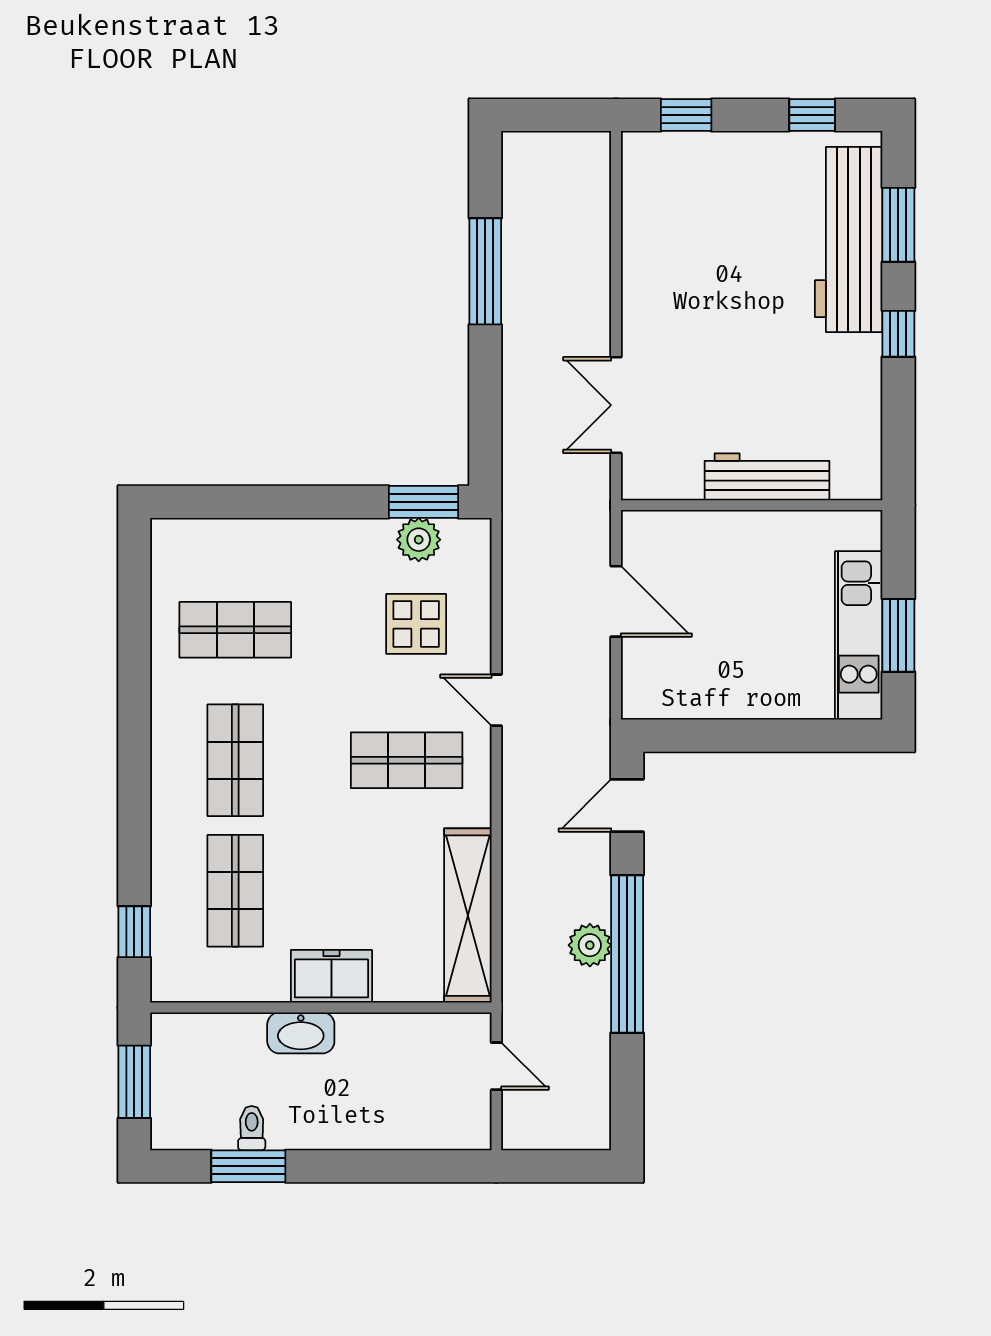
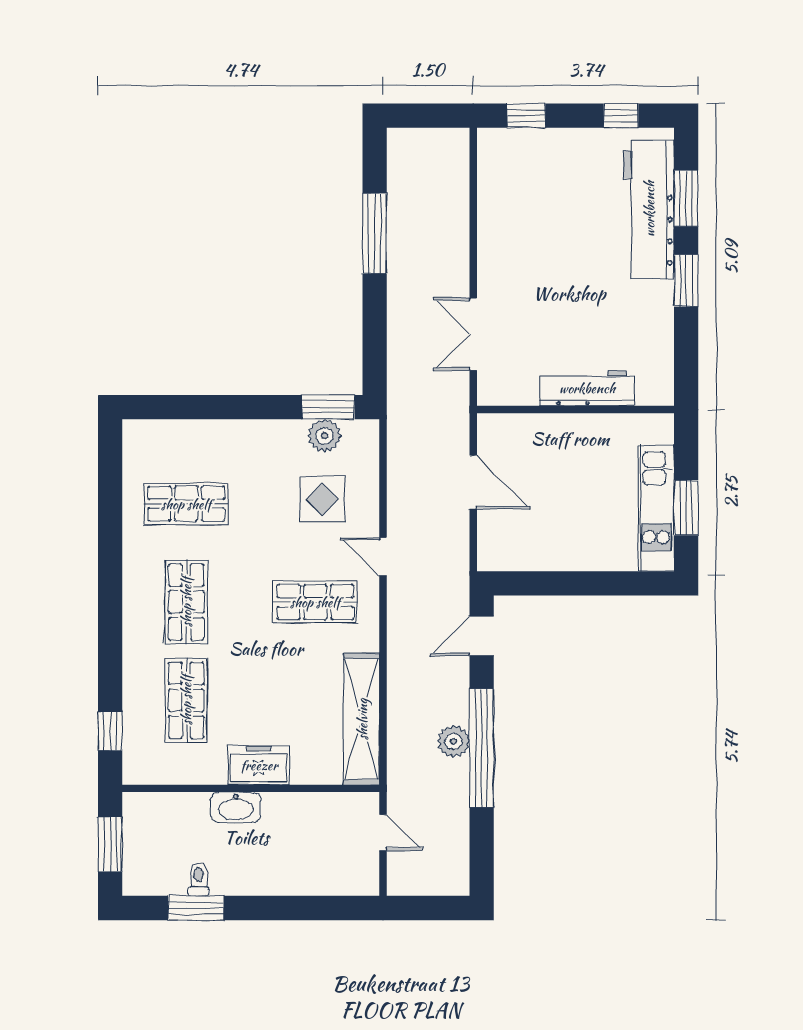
window: (898, 334) -> (686, 281), width x1.50

